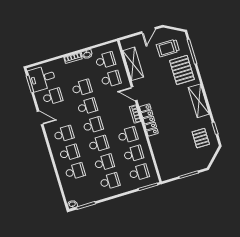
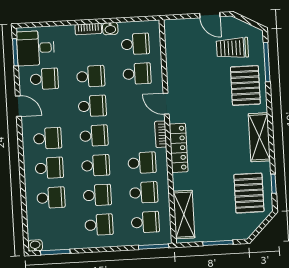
door: (148, 30) -> (210, 15), hinge flipped
shelving: (133, 64) -> (184, 215), moved
pallet: (201, 138) -> (249, 193), width x1.50, depth x1.42

